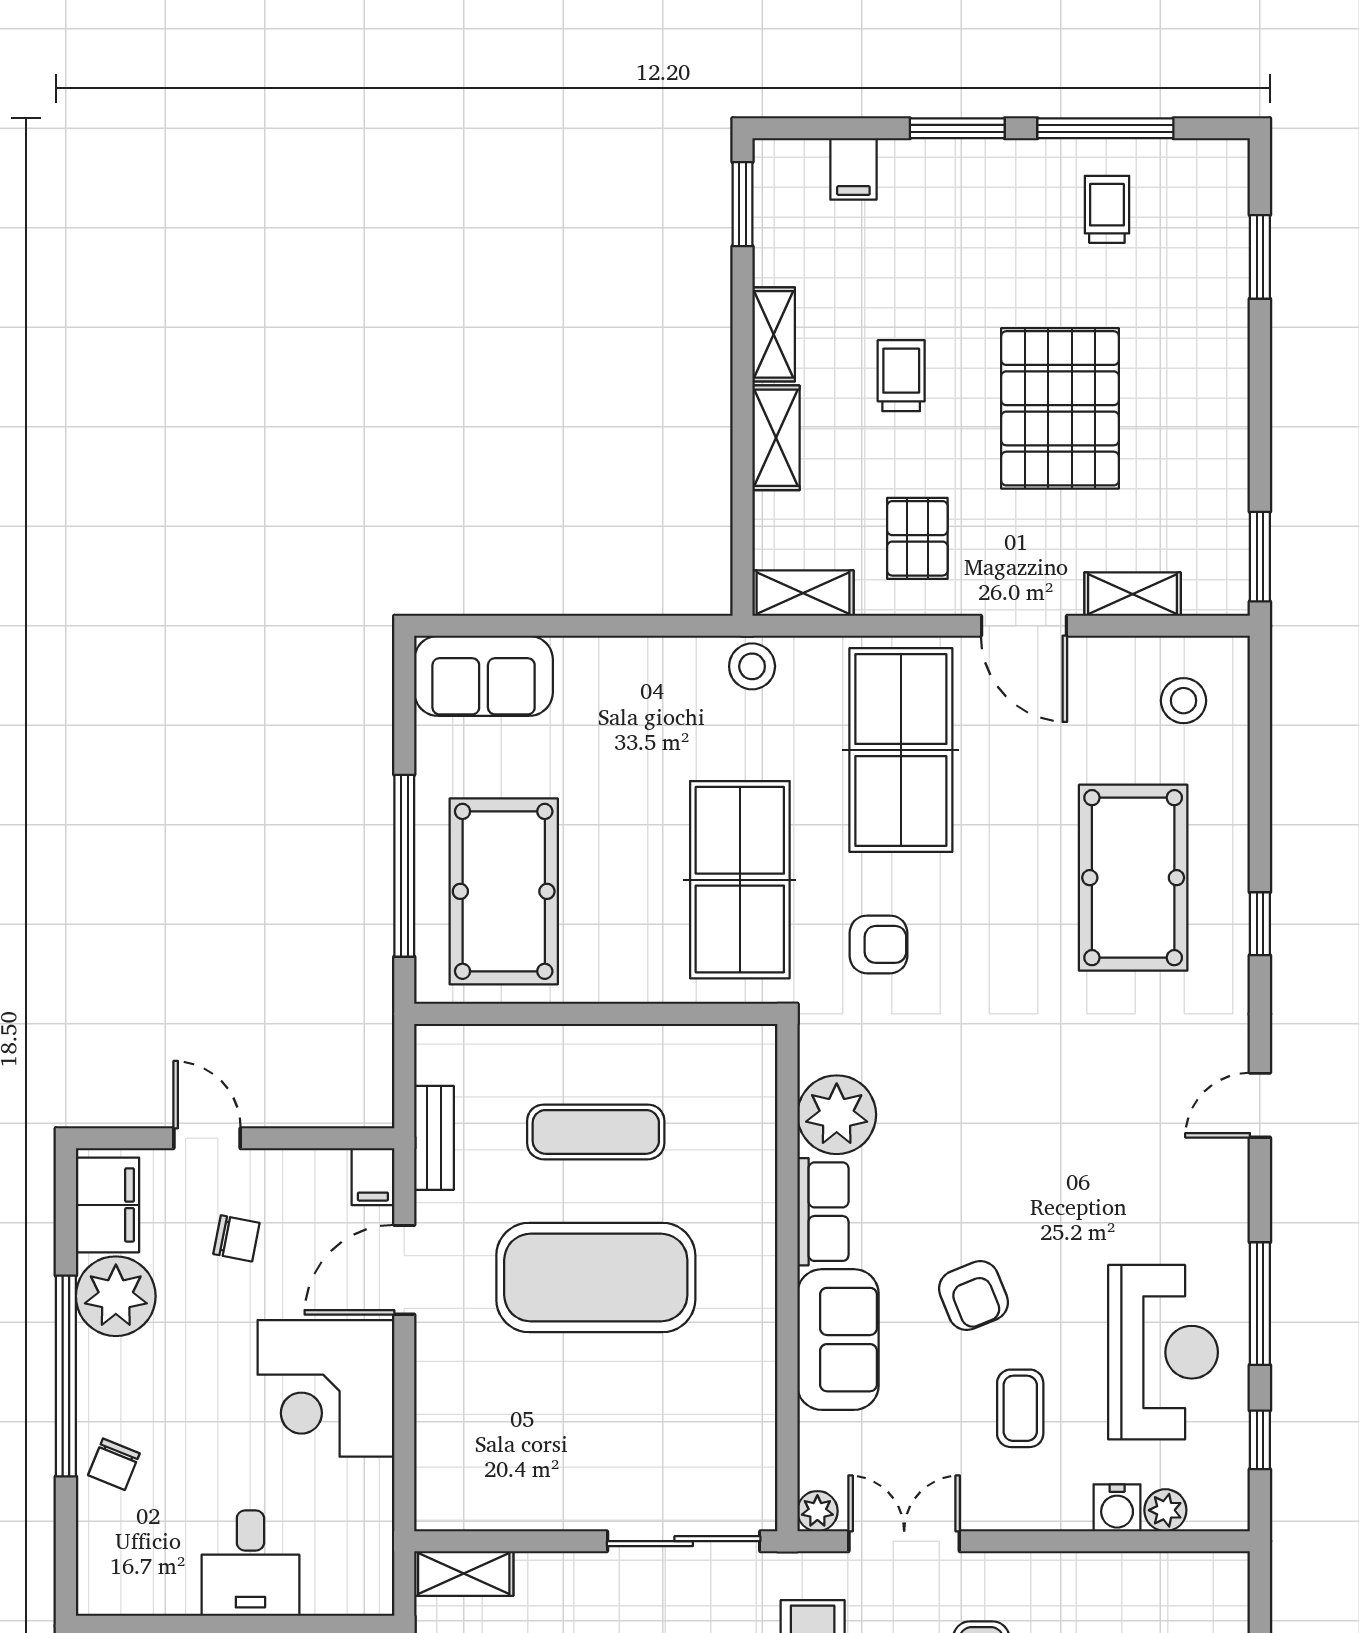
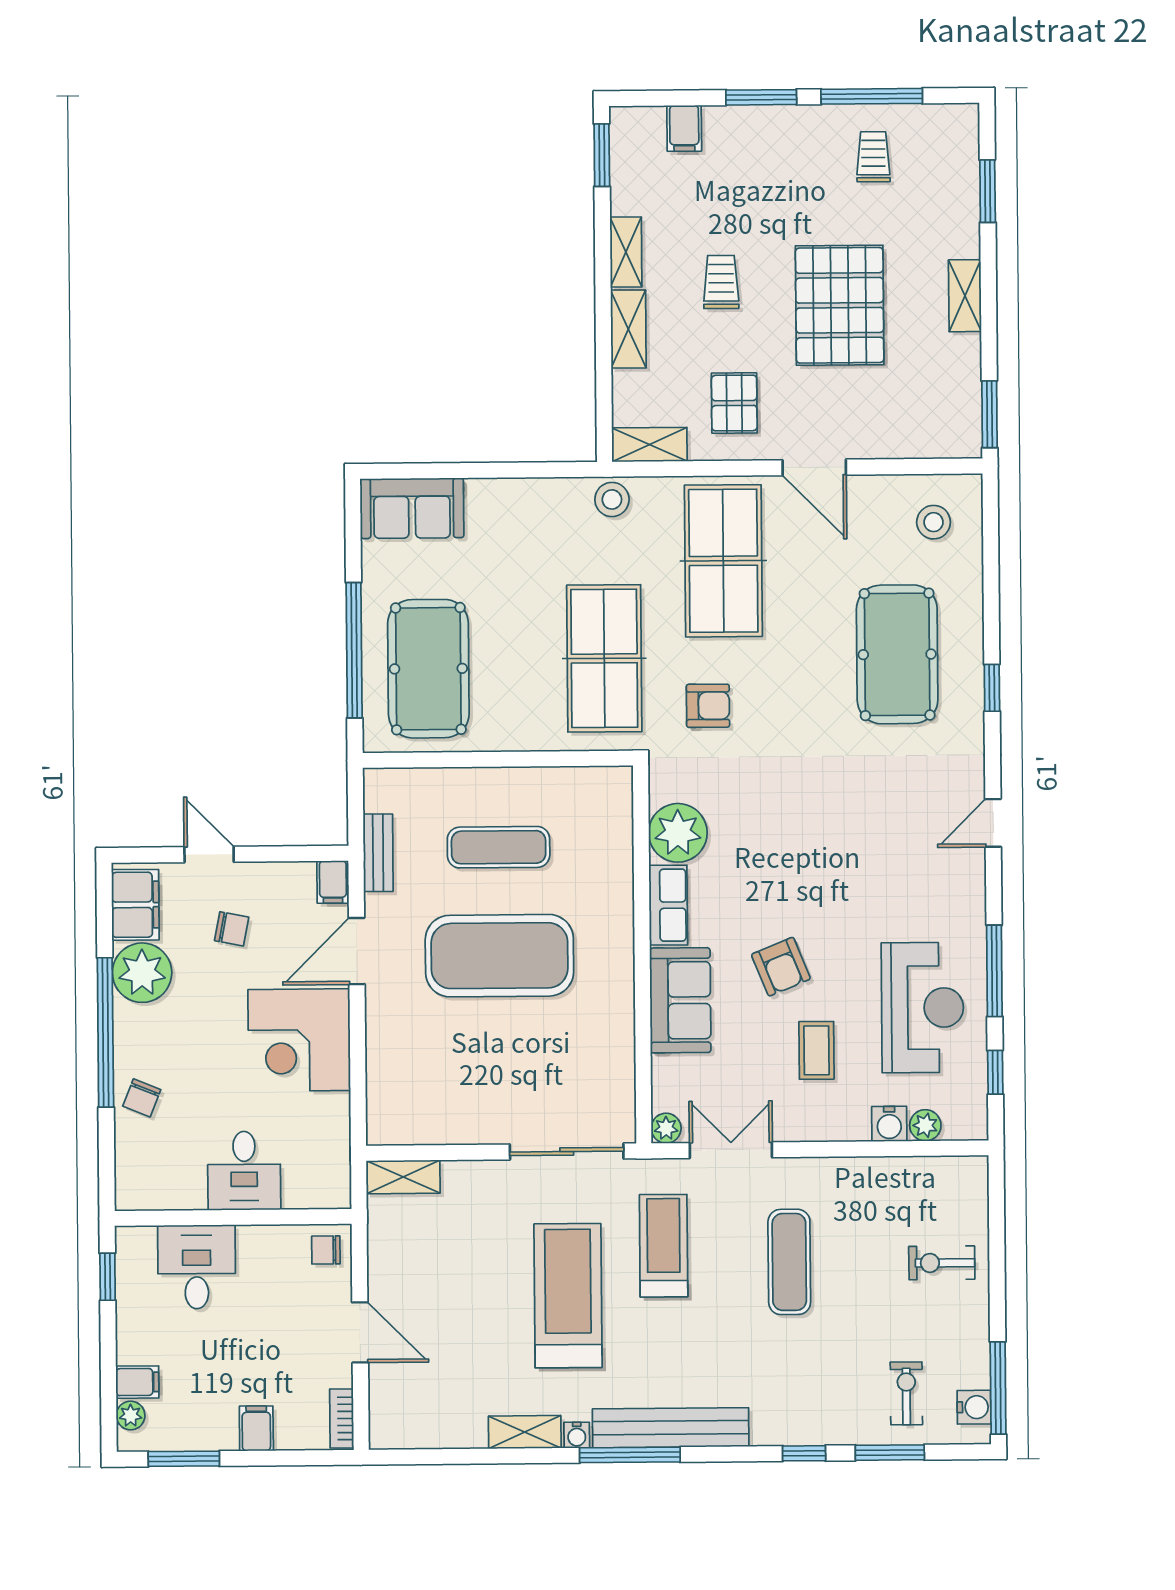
shelving: (1133, 594) -> (965, 296), moved, turned 90

